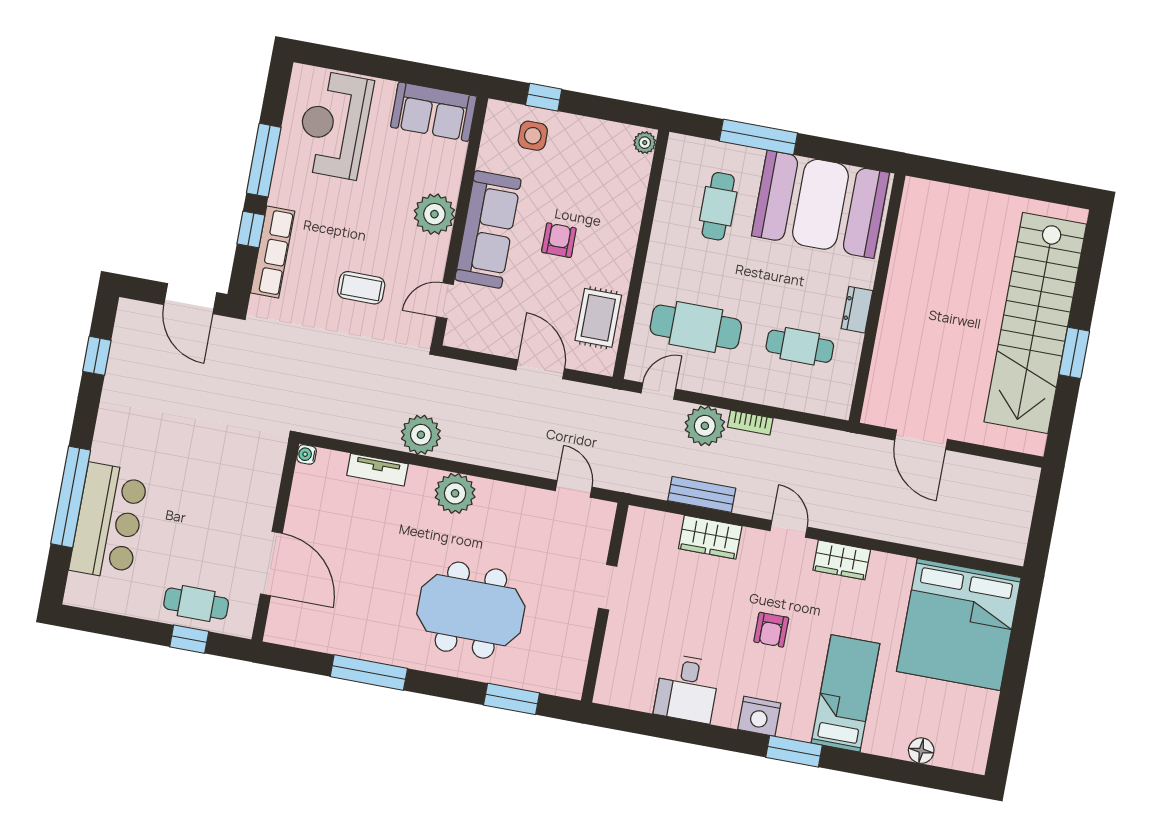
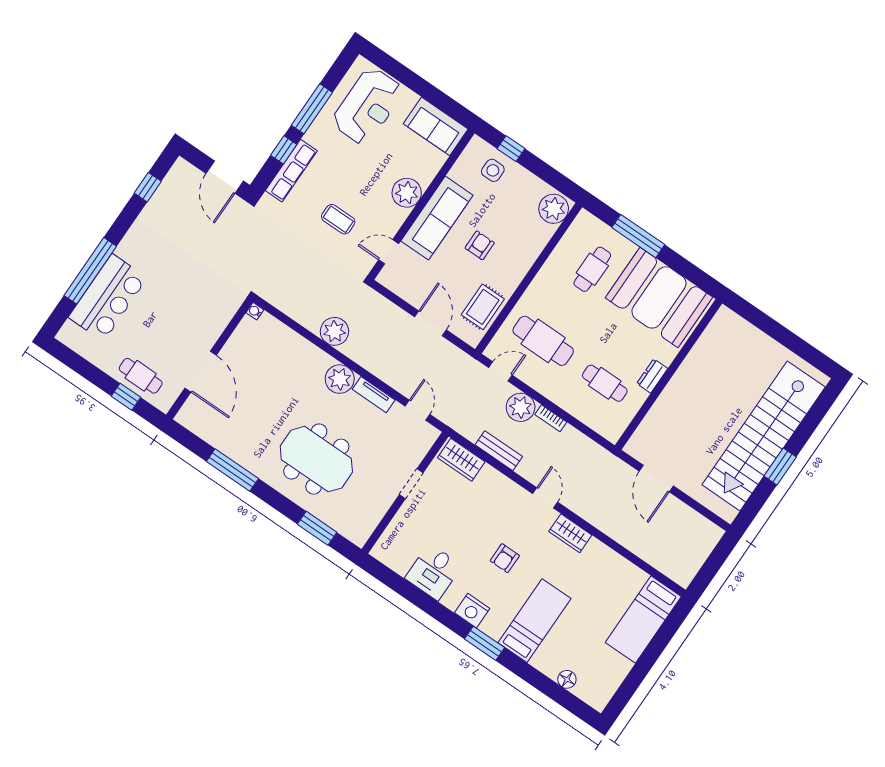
reception desk: (334, 125) -> (368, 106), turned 180
plant: (645, 143) -> (554, 209), width x1.88, depth x1.88
tv unit: (377, 470) -> (374, 395), moved
wardrobe: (710, 537) -> (461, 460), moved
bed: (959, 624) -> (643, 620), width x0.49

